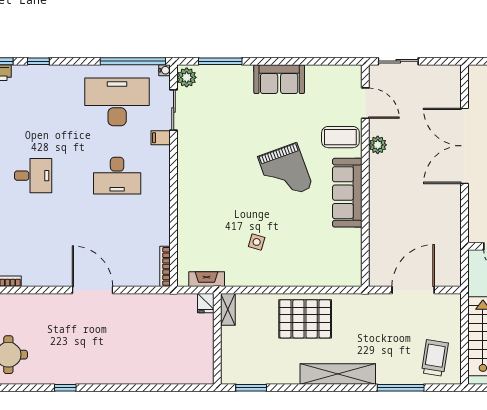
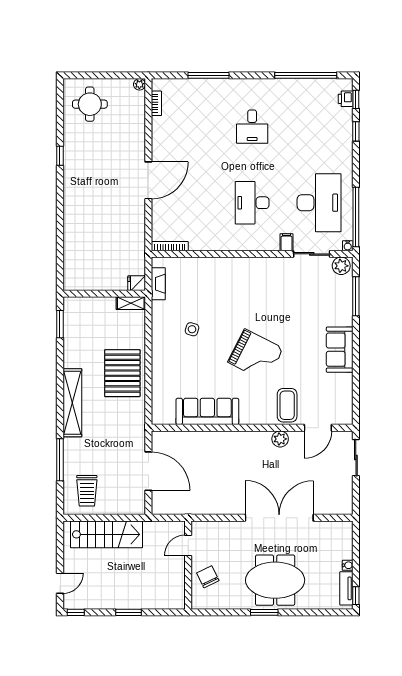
grand piano: (285, 172) -> (255, 355), turned -133
sofa: (347, 193) -> (207, 411), moved
trolley: (435, 358) -> (87, 491), turned 81

